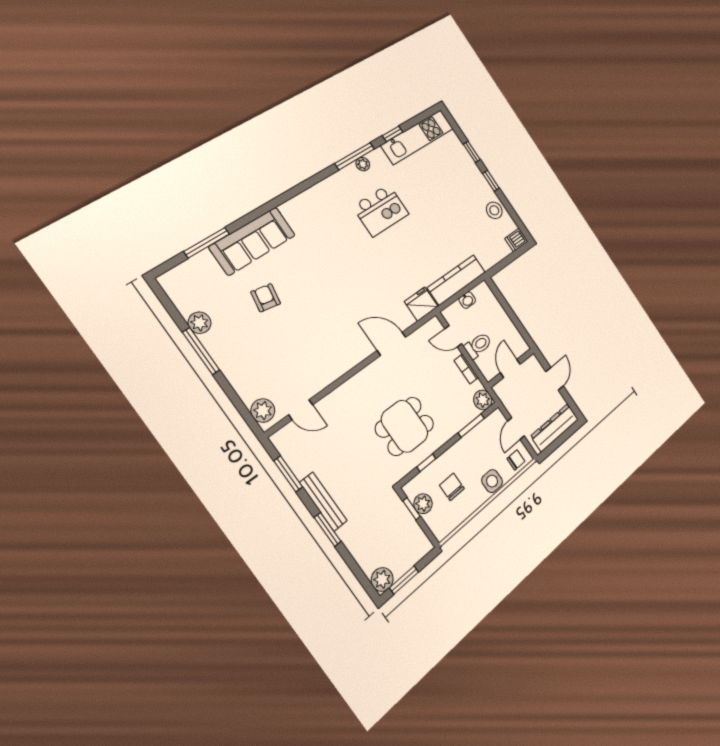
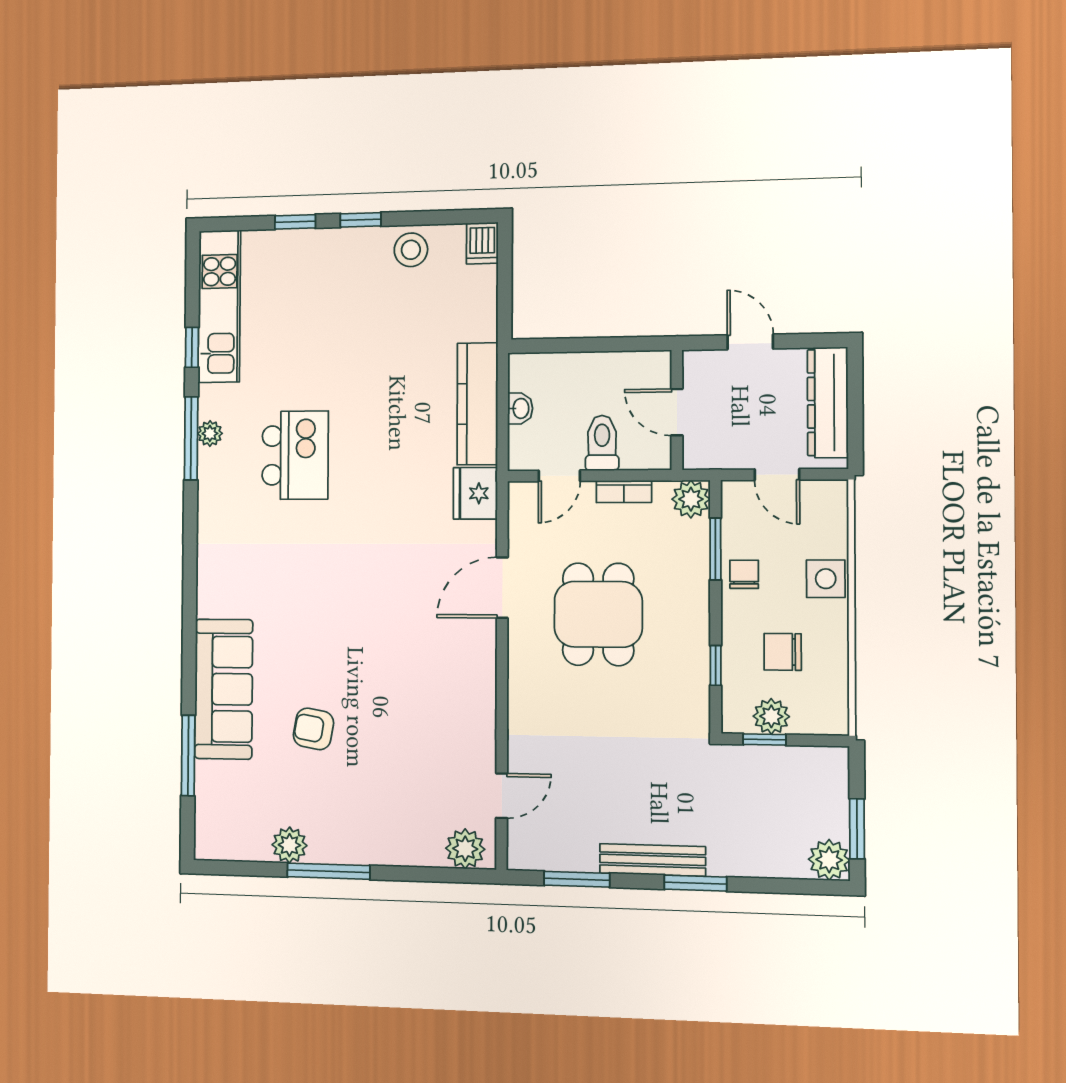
dining table: (405, 426) -> (598, 614), moved
chair: (516, 460) -> (744, 574), moved

